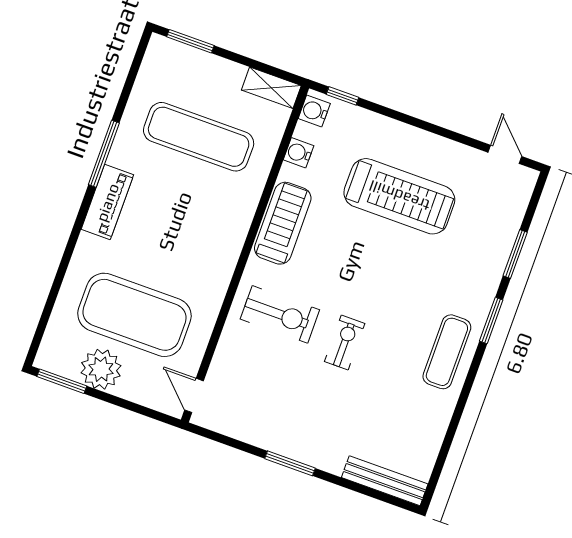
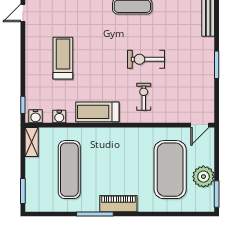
treadmill: (399, 196) -> (63, 58), width x0.73, depth x0.73
exercise bike: (280, 314) -> (144, 97), width x0.73, depth x0.72
exercise bike: (345, 342) -> (146, 59), width x1.38, depth x1.39

